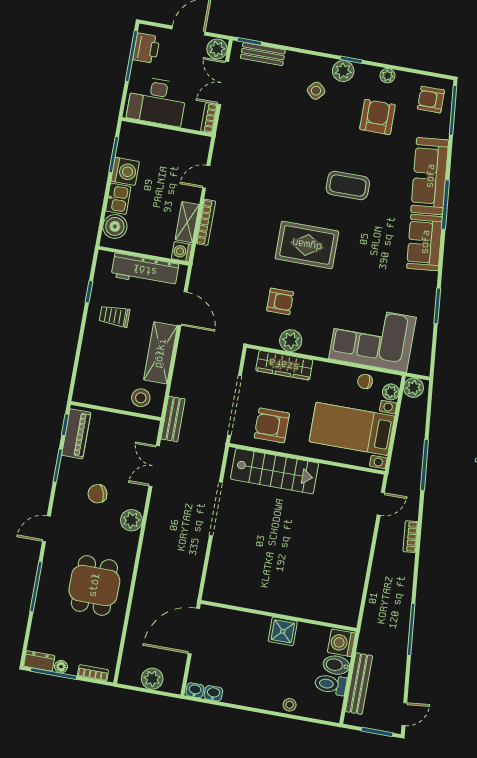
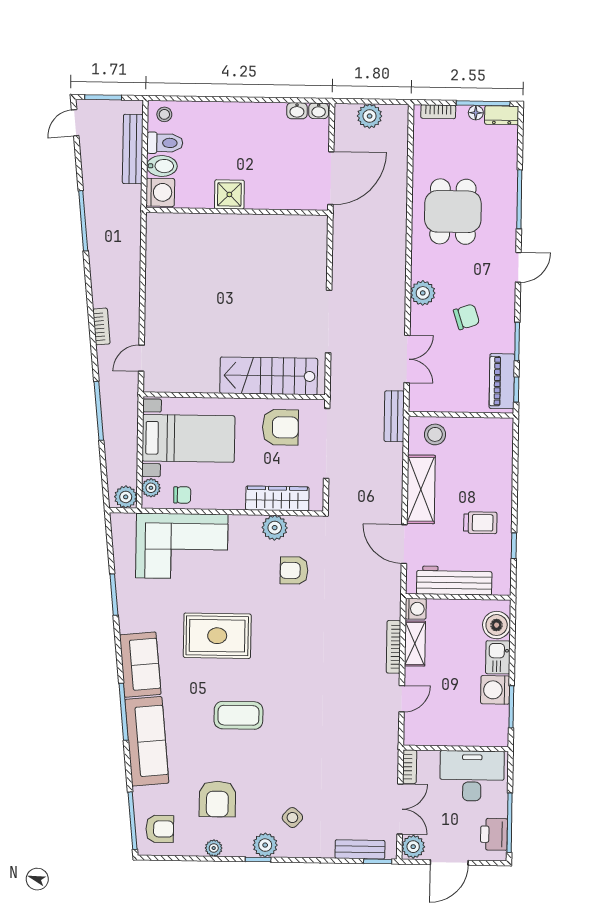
rug: (307, 245) -> (217, 636), moved
stool: (290, 705) -> (164, 114), moved

